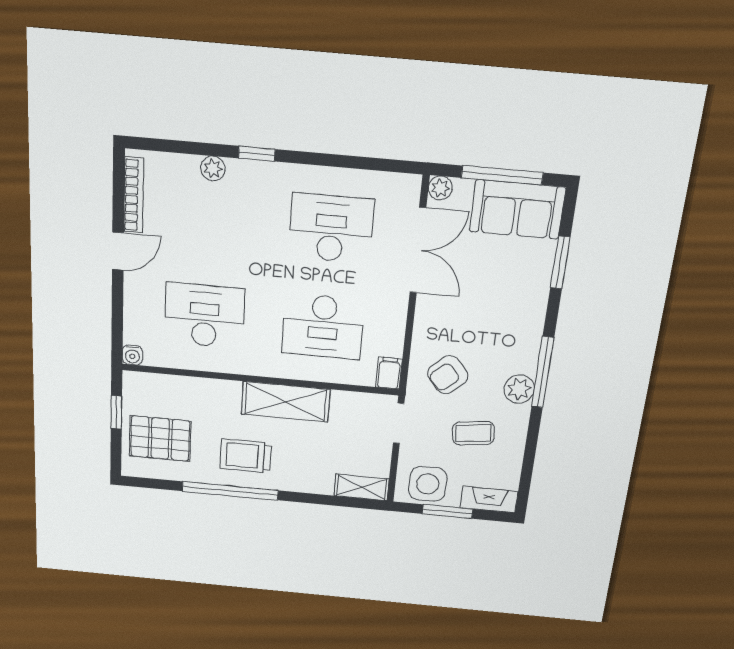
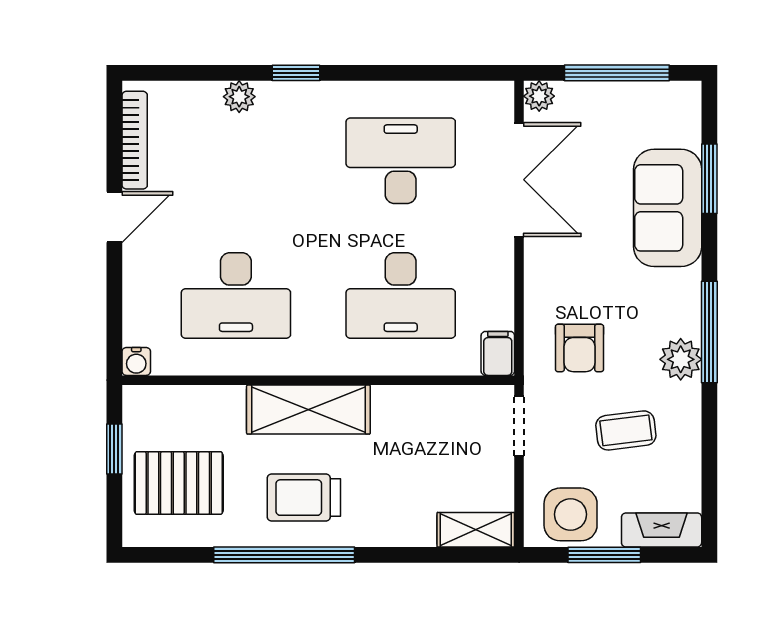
sofa: (517, 209) -> (668, 208), moved, turned 90
desk: (204, 316) -> (236, 295), turned 180
armchair: (448, 375) -> (579, 348), turned -48
shelving: (286, 402) -> (308, 410), moved

